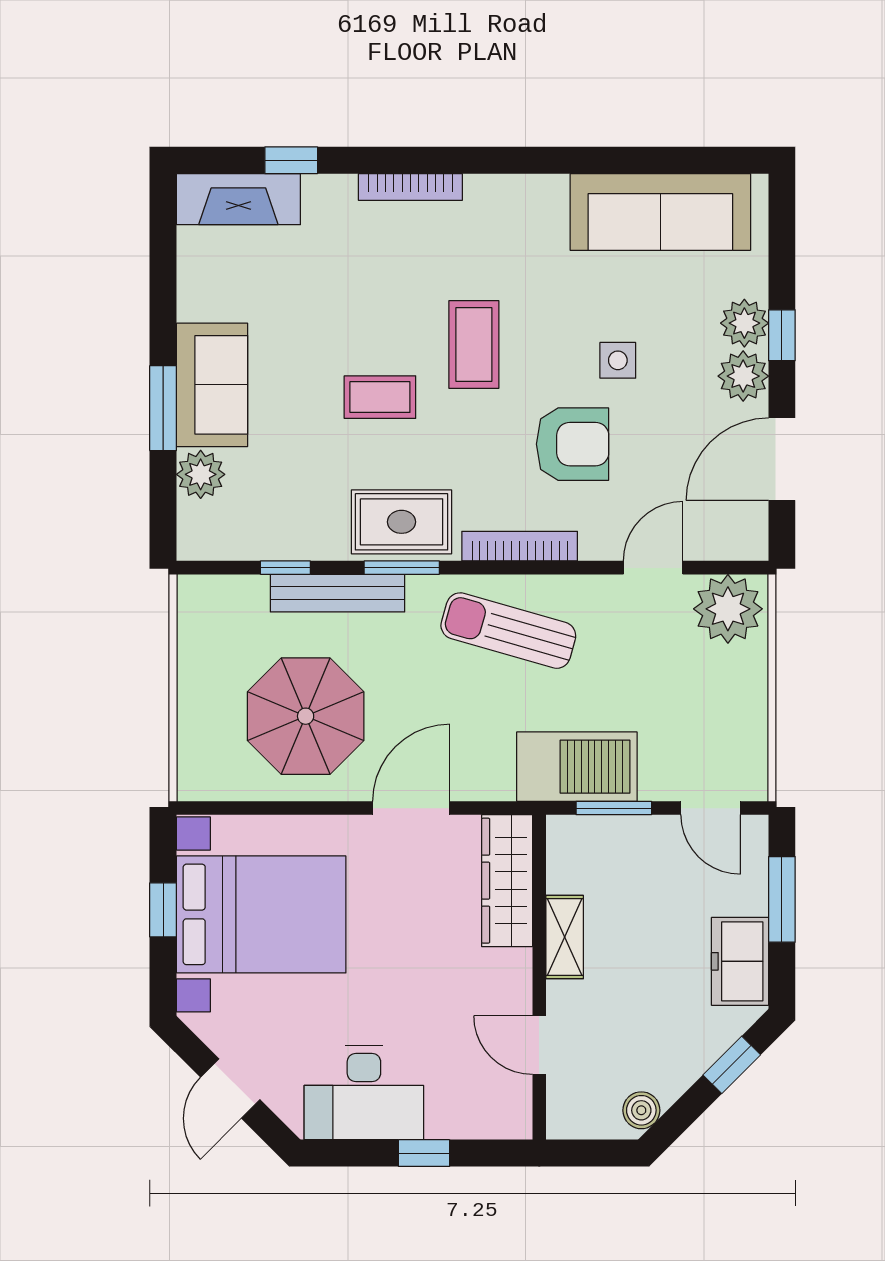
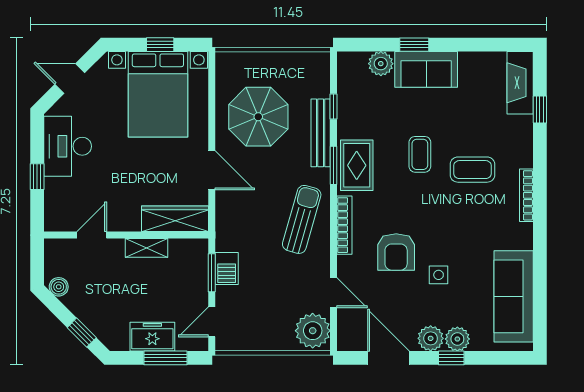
bookcase: (410, 187) -> (526, 195), moved
coffee table: (474, 345) -> (472, 170), moved
window: (163, 408) -> (414, 45), width x0.67
barbecue: (577, 767) -> (227, 268), width x0.53, depth x0.65
freezer: (740, 961) -> (152, 337), moved

